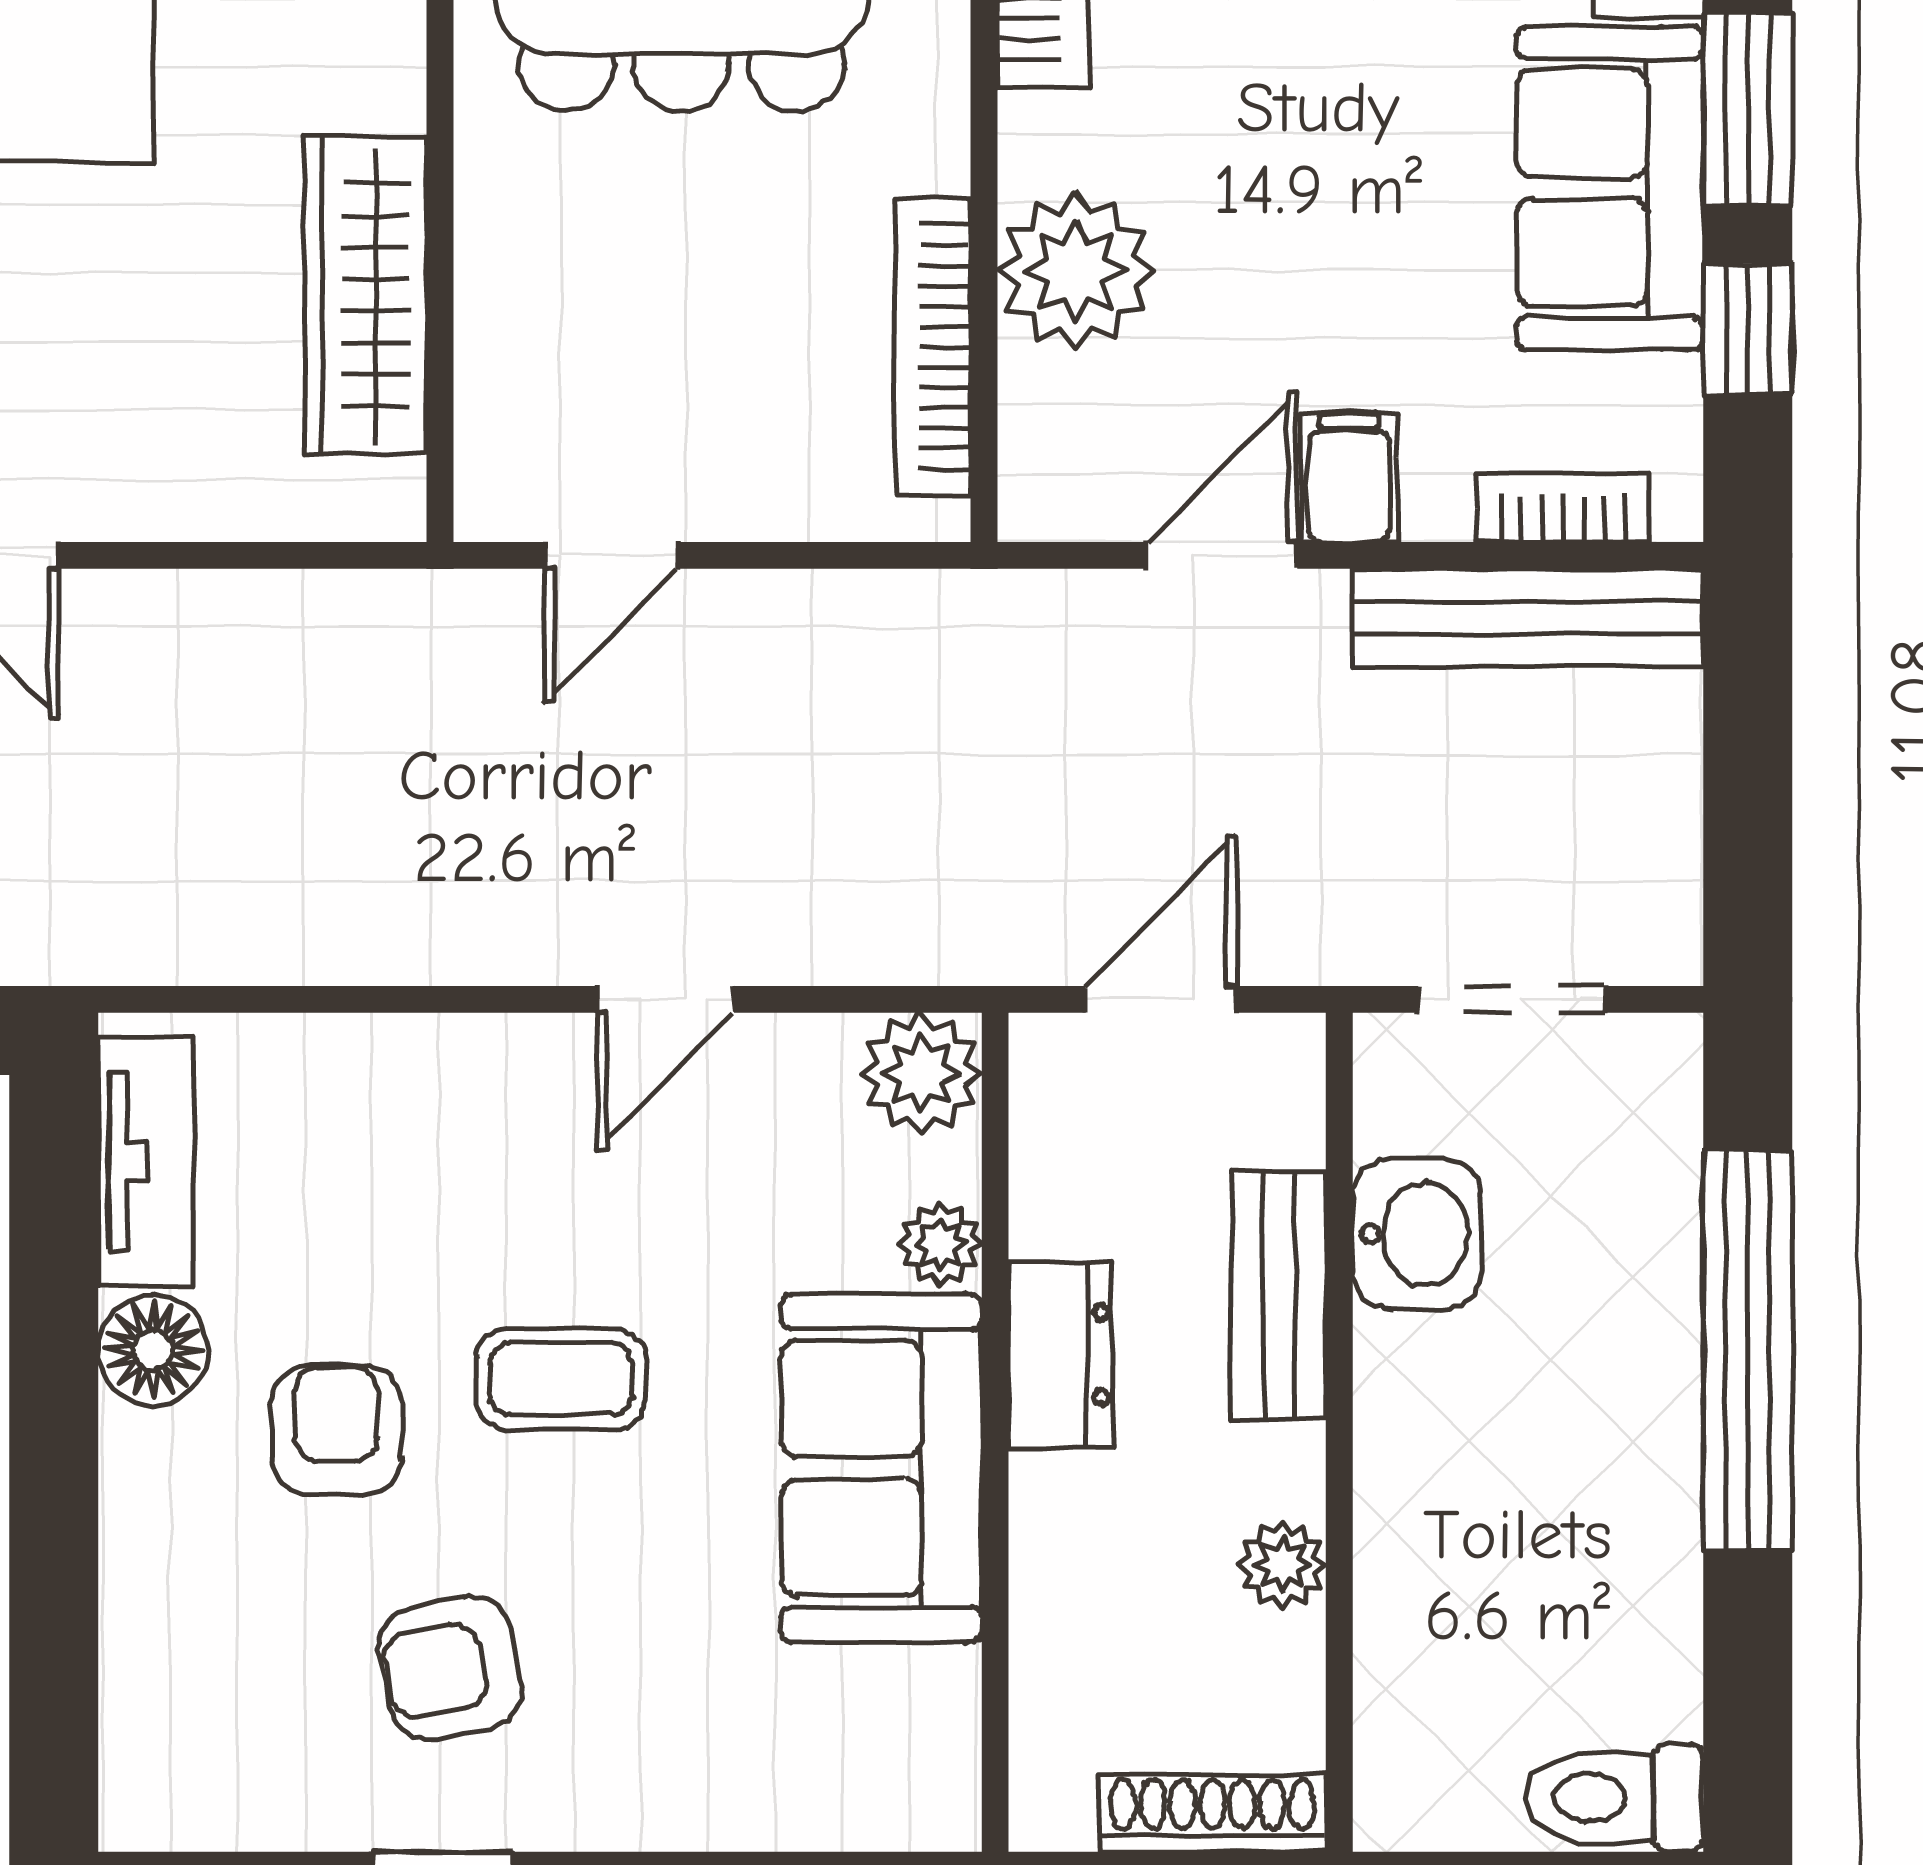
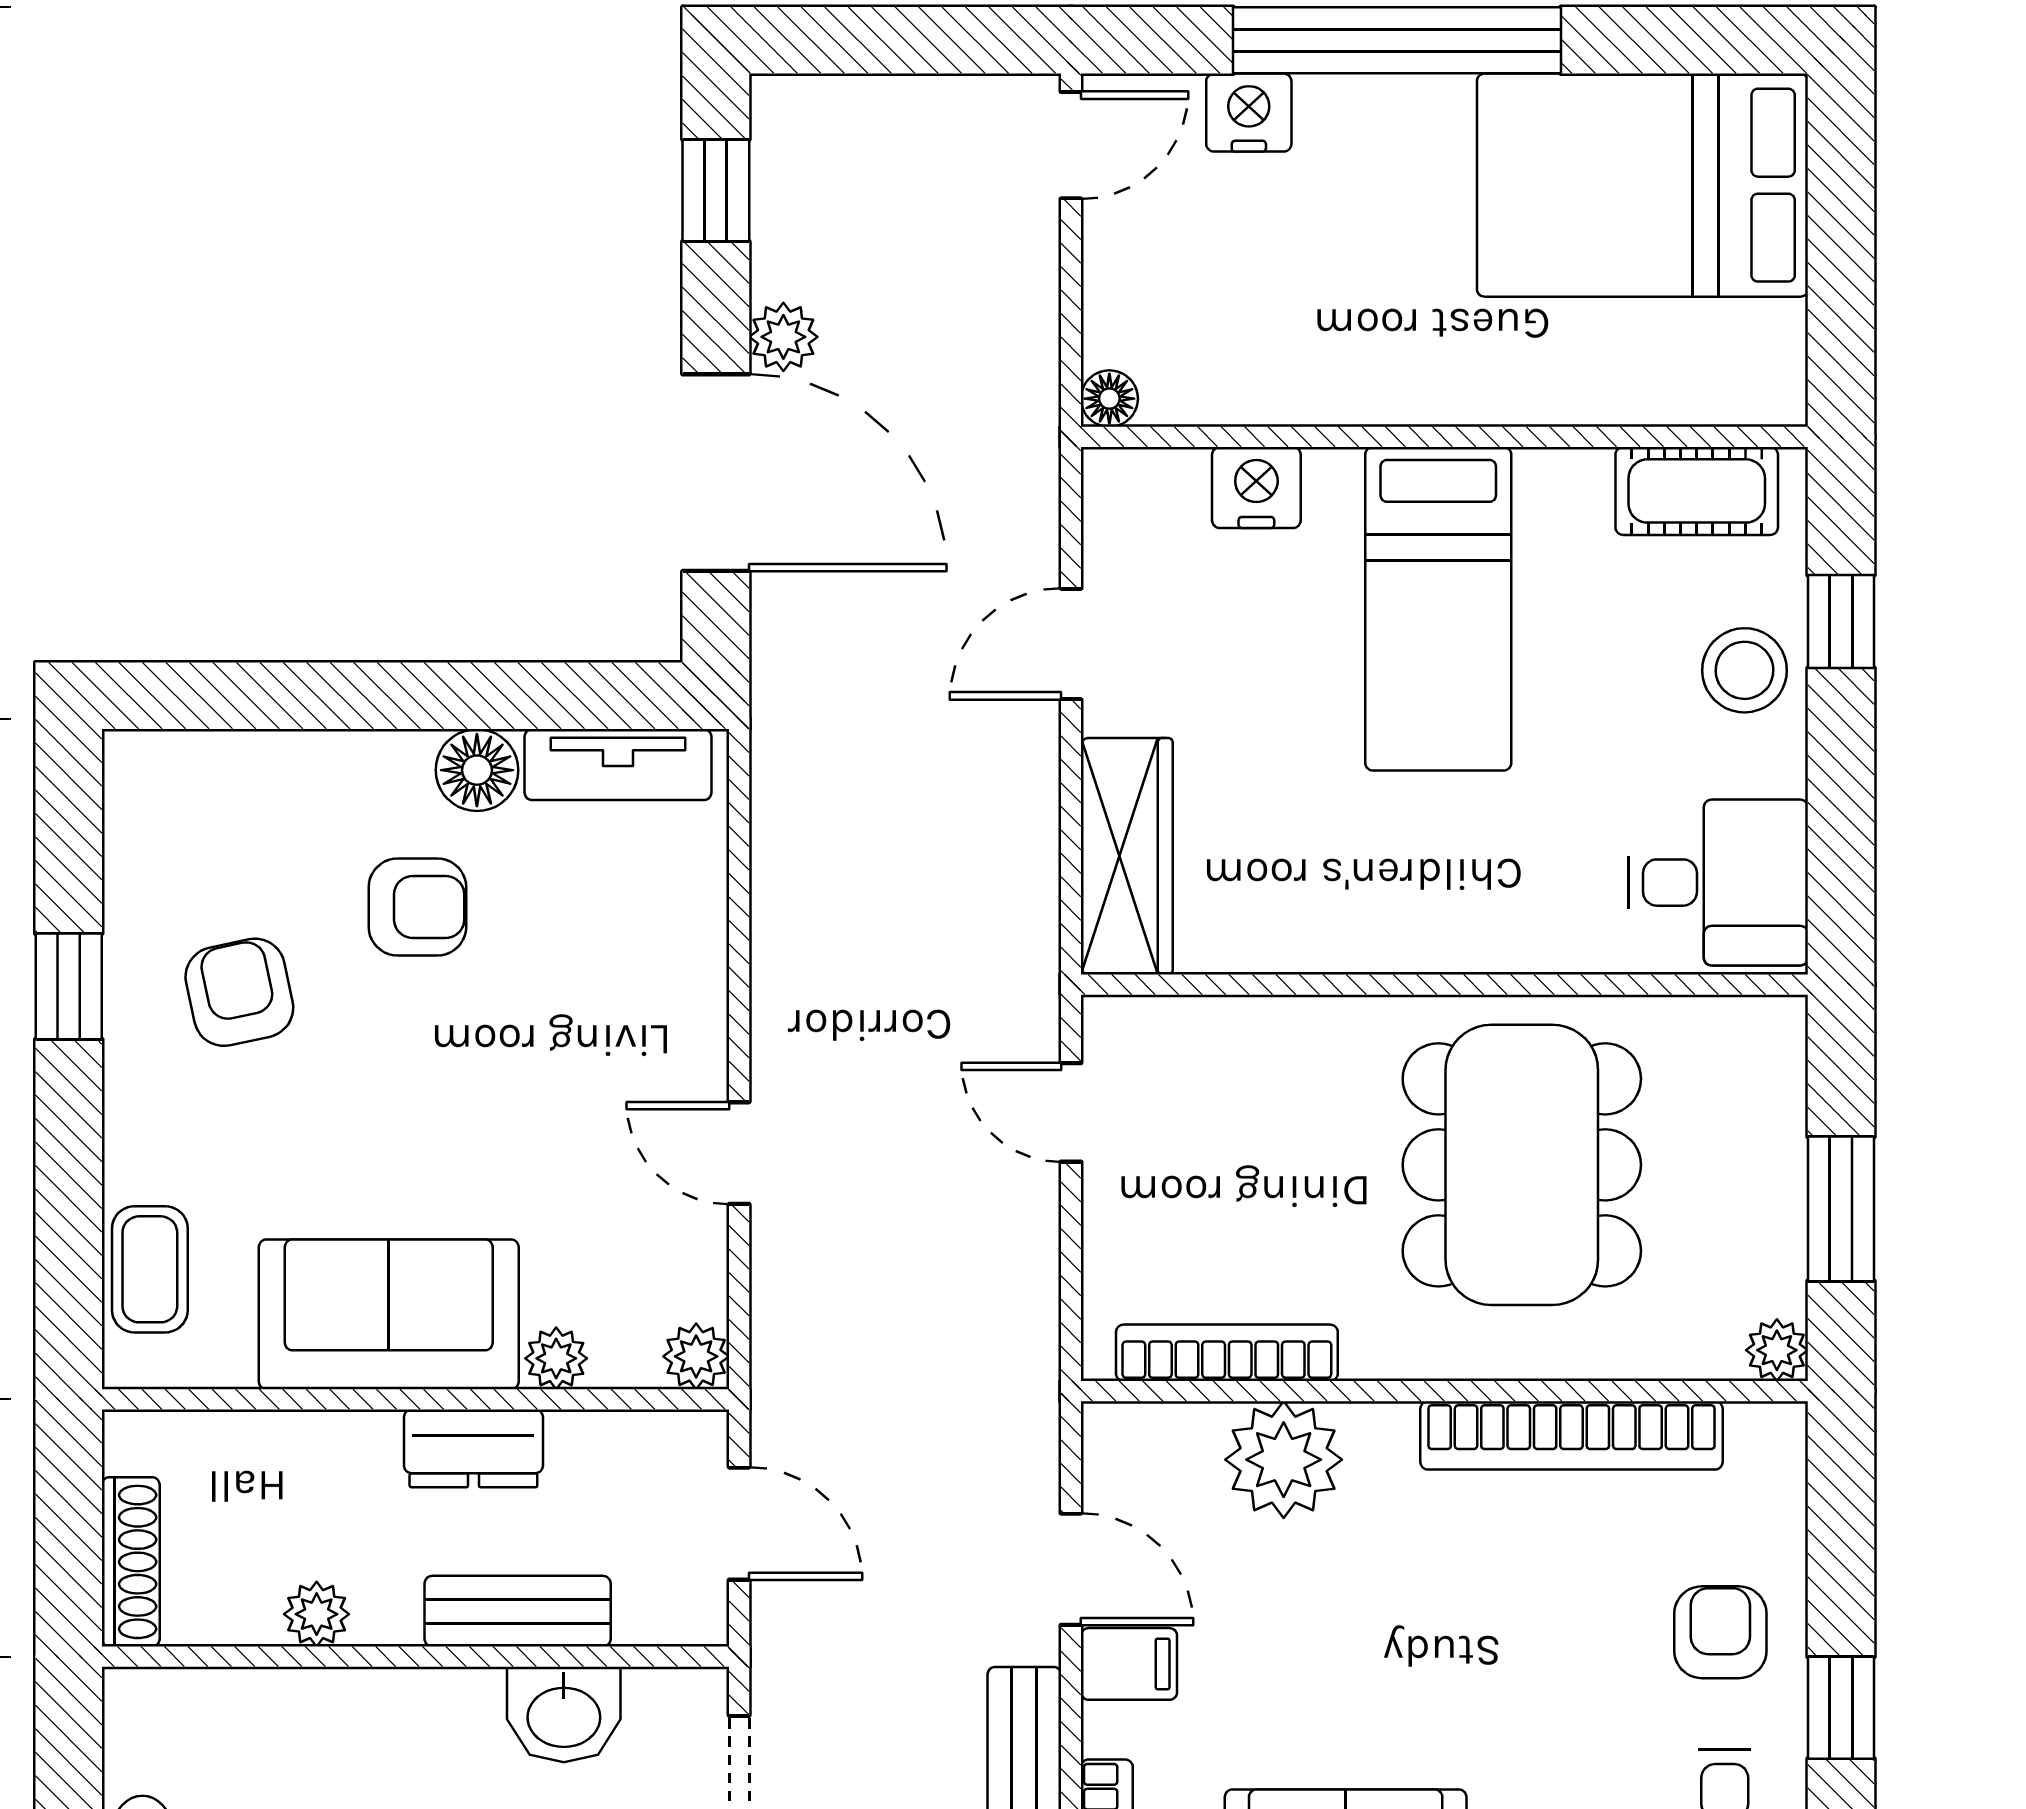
wardrobe: (366, 295) -> (1127, 856), moved, turned 90
plant: (921, 1074) -> (696, 1356), width x0.73, depth x0.73
coffee table: (561, 1379) -> (150, 1269), moved

